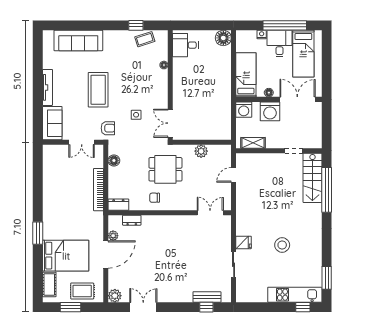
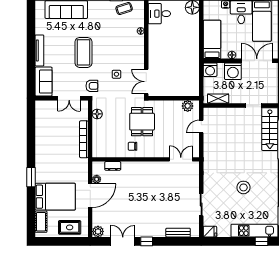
plant: (201, 151) -> (188, 106), moved
dining table: (165, 169) -> (142, 122), turned 90
dresser: (118, 205) -> (101, 152), removed
fridge: (244, 242) -> (210, 232), moved
window: (70, 307) -> (59, 241), removed
window: (206, 307) -> (147, 241), moved

